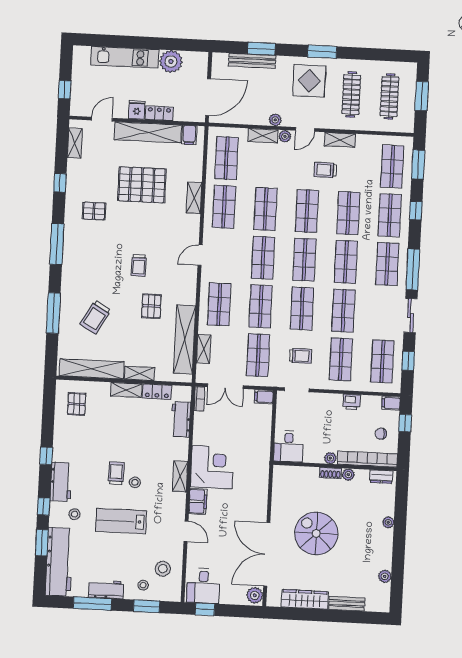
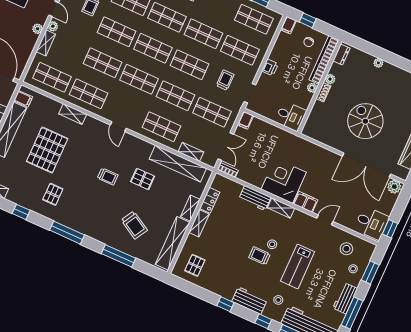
printer: (352, 402) -> (270, 67), moved
pallet: (77, 404) -> (195, 265), turned 90
workbench: (181, 419) -> (255, 198), moved
spiral stairs: (316, 533) -> (365, 121), turned 90

